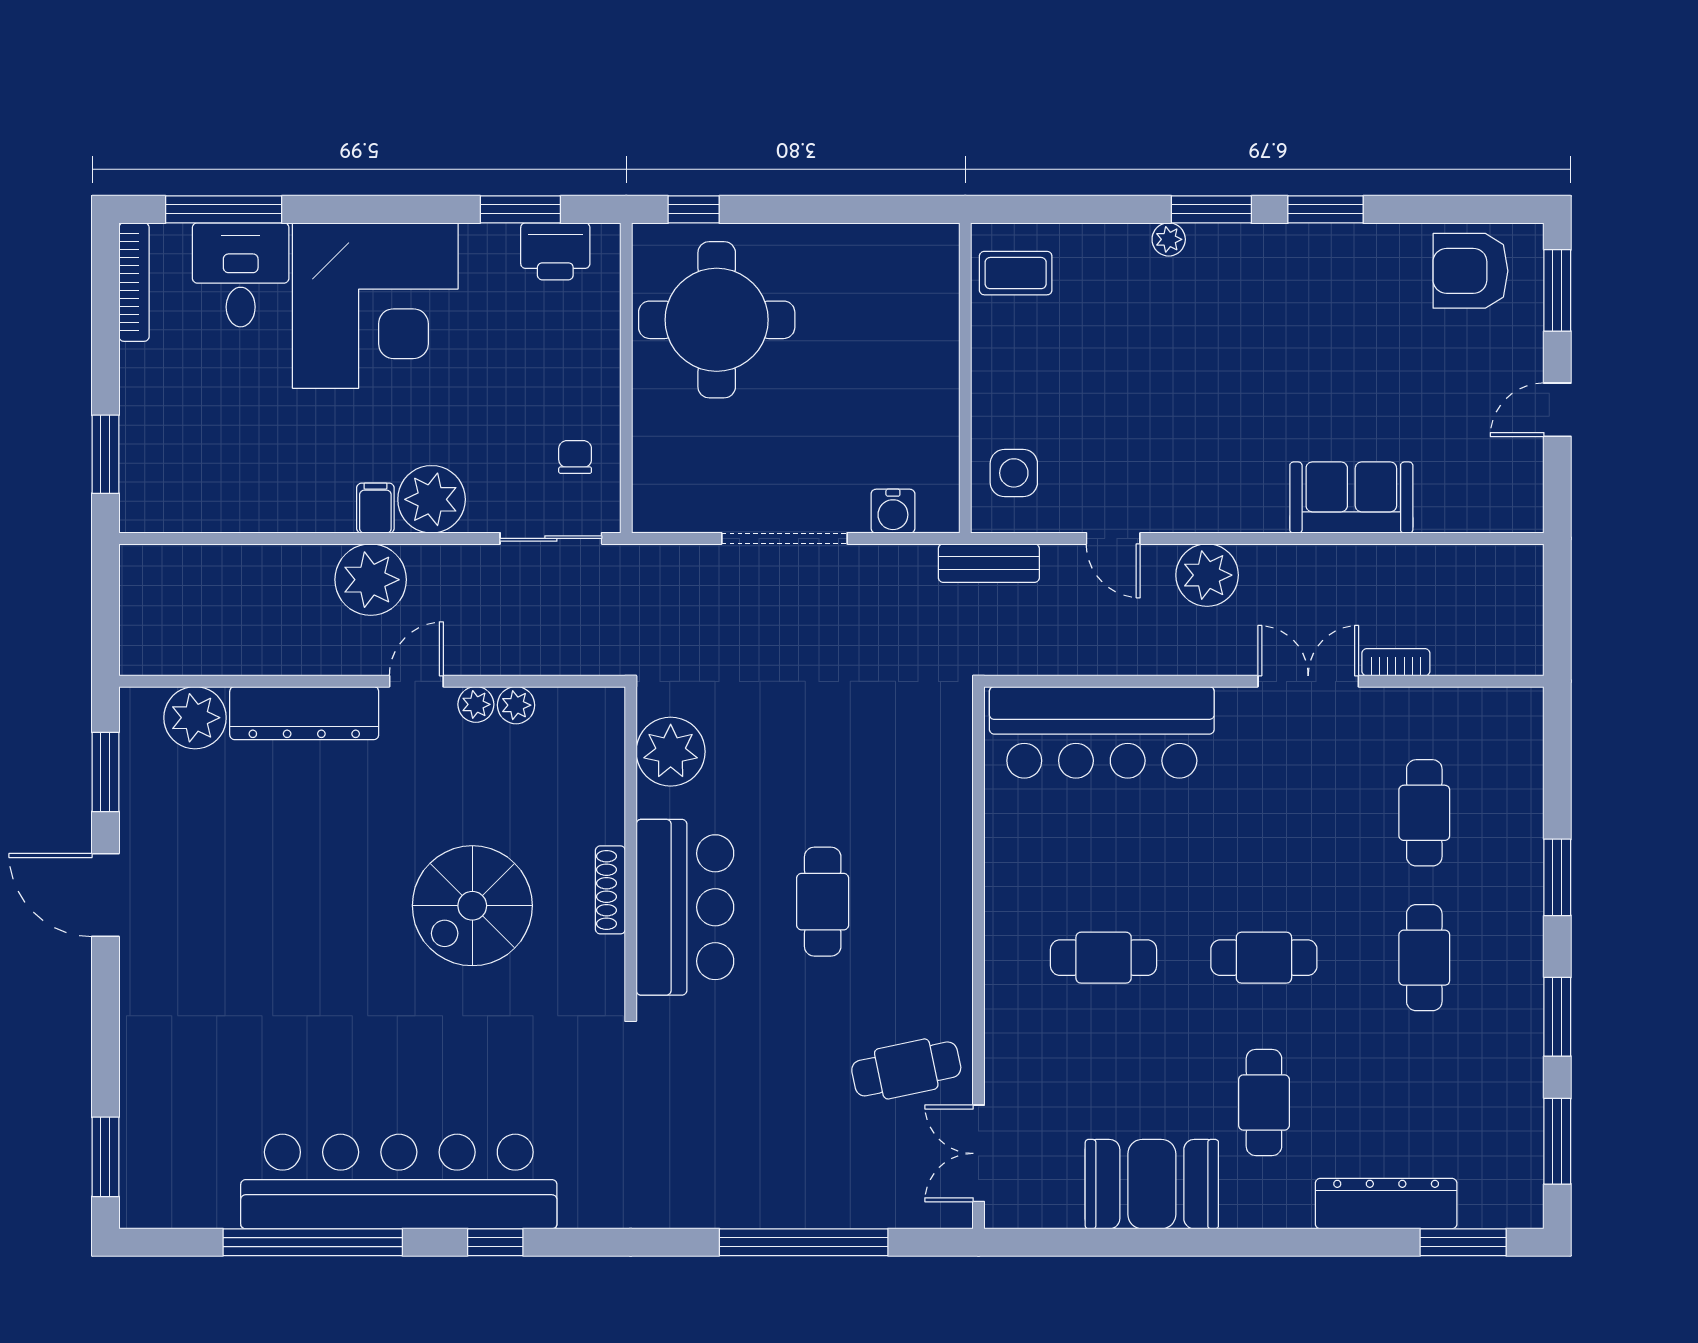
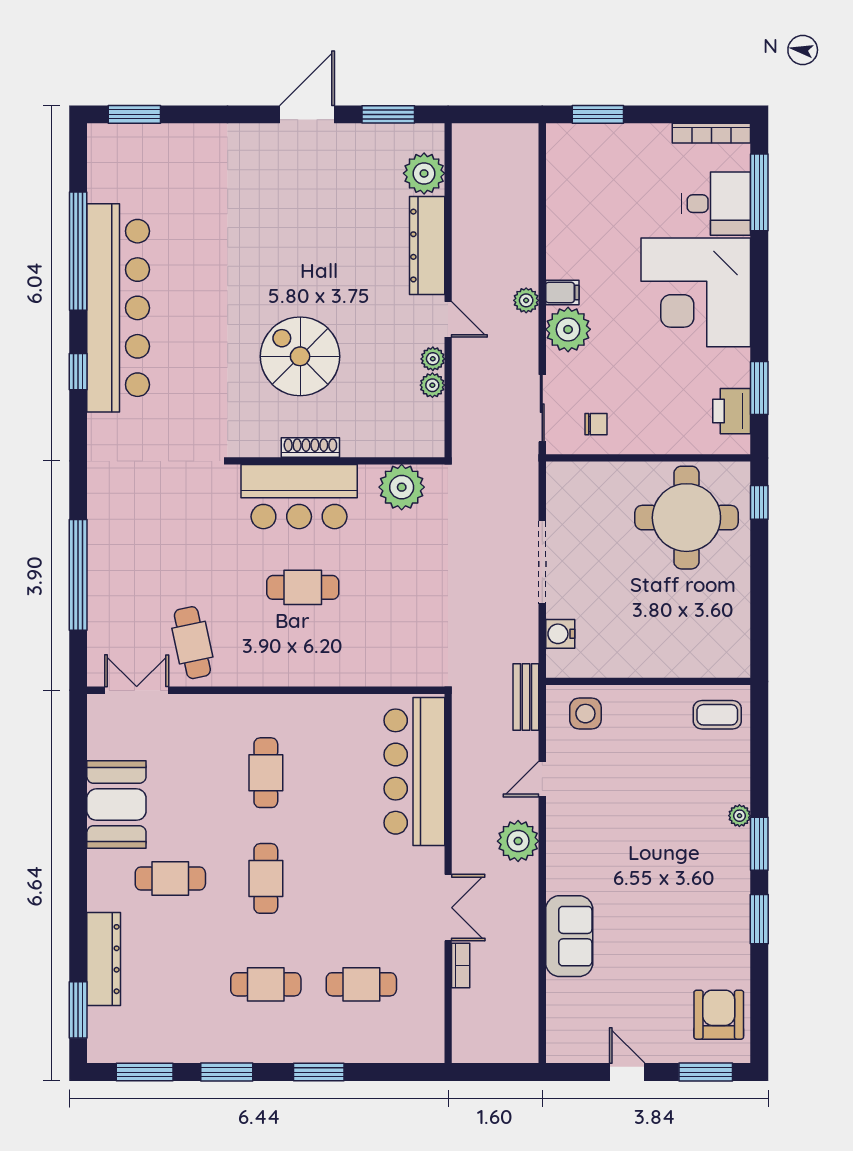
coffee table: (1016, 273) -> (717, 715), turned 90
plant: (371, 580) -> (526, 300), width x0.53, depth x0.53

